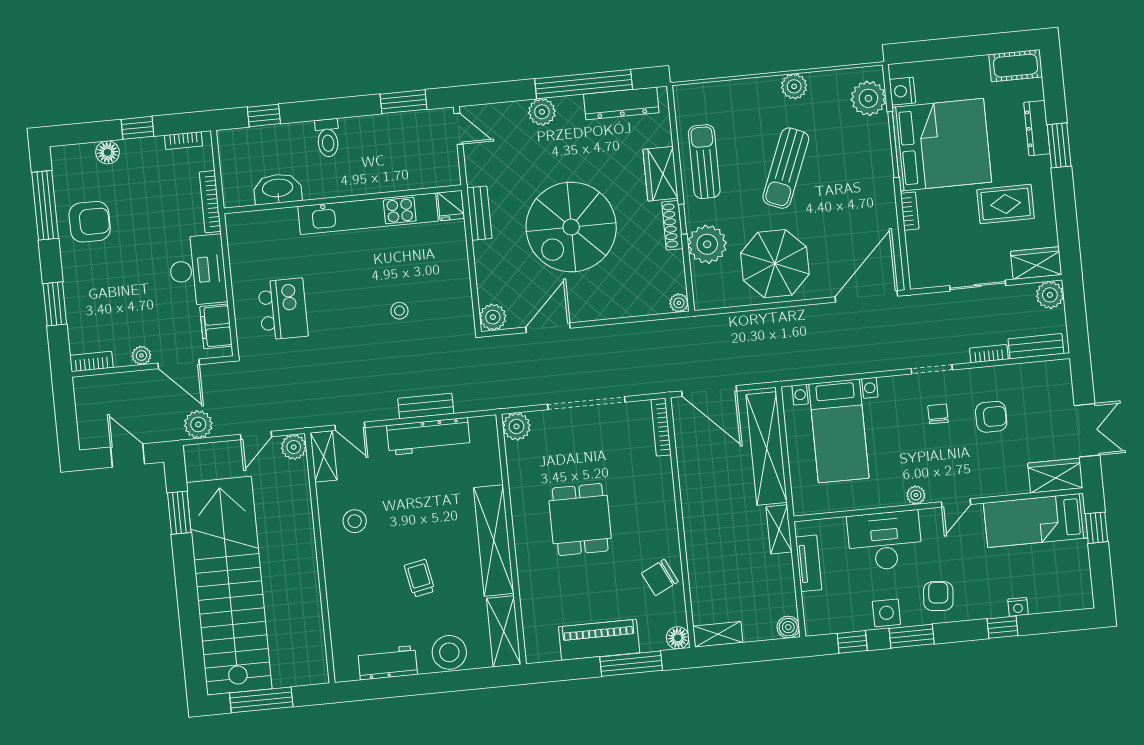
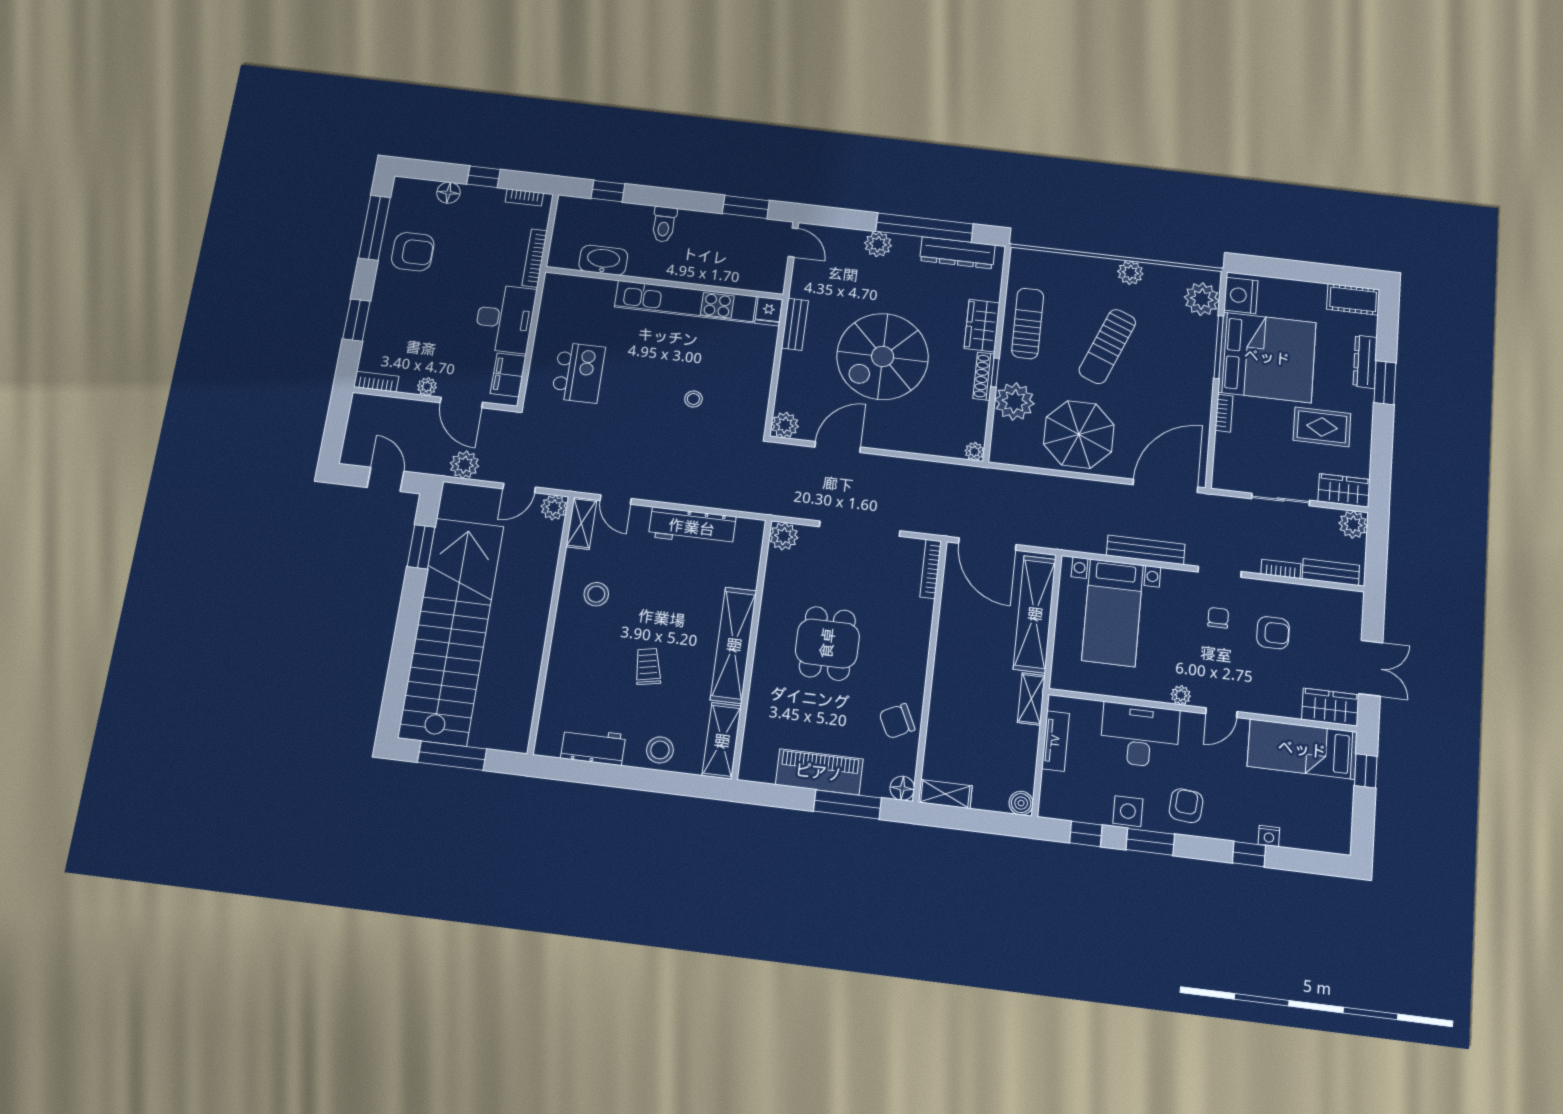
nightstand: (902, 91) -> (1241, 295), width x1.36, depth x1.33
bench: (426, 406) -> (1146, 550), moved, width x1.36
stool: (449, 652) -> (660, 750), width x0.73, depth x0.73

